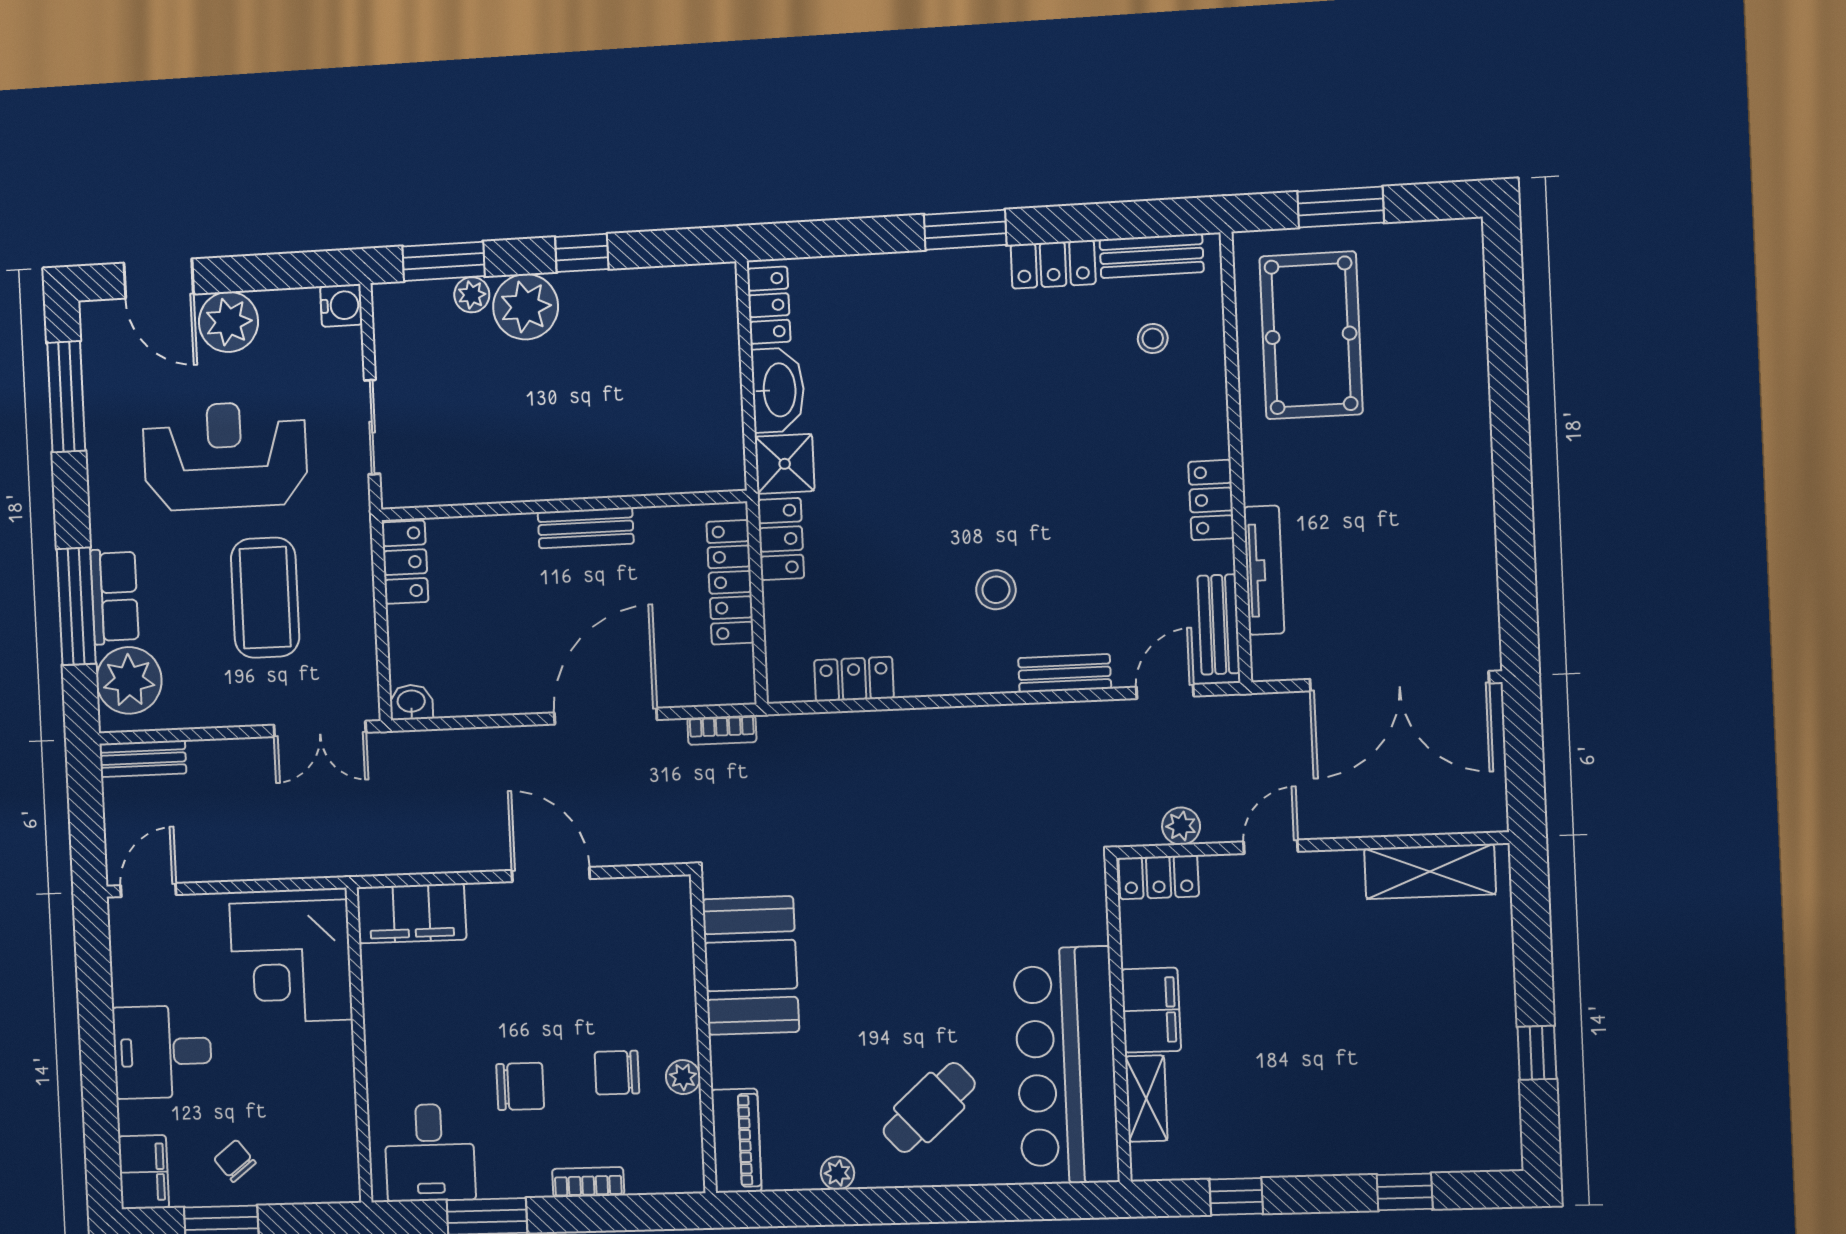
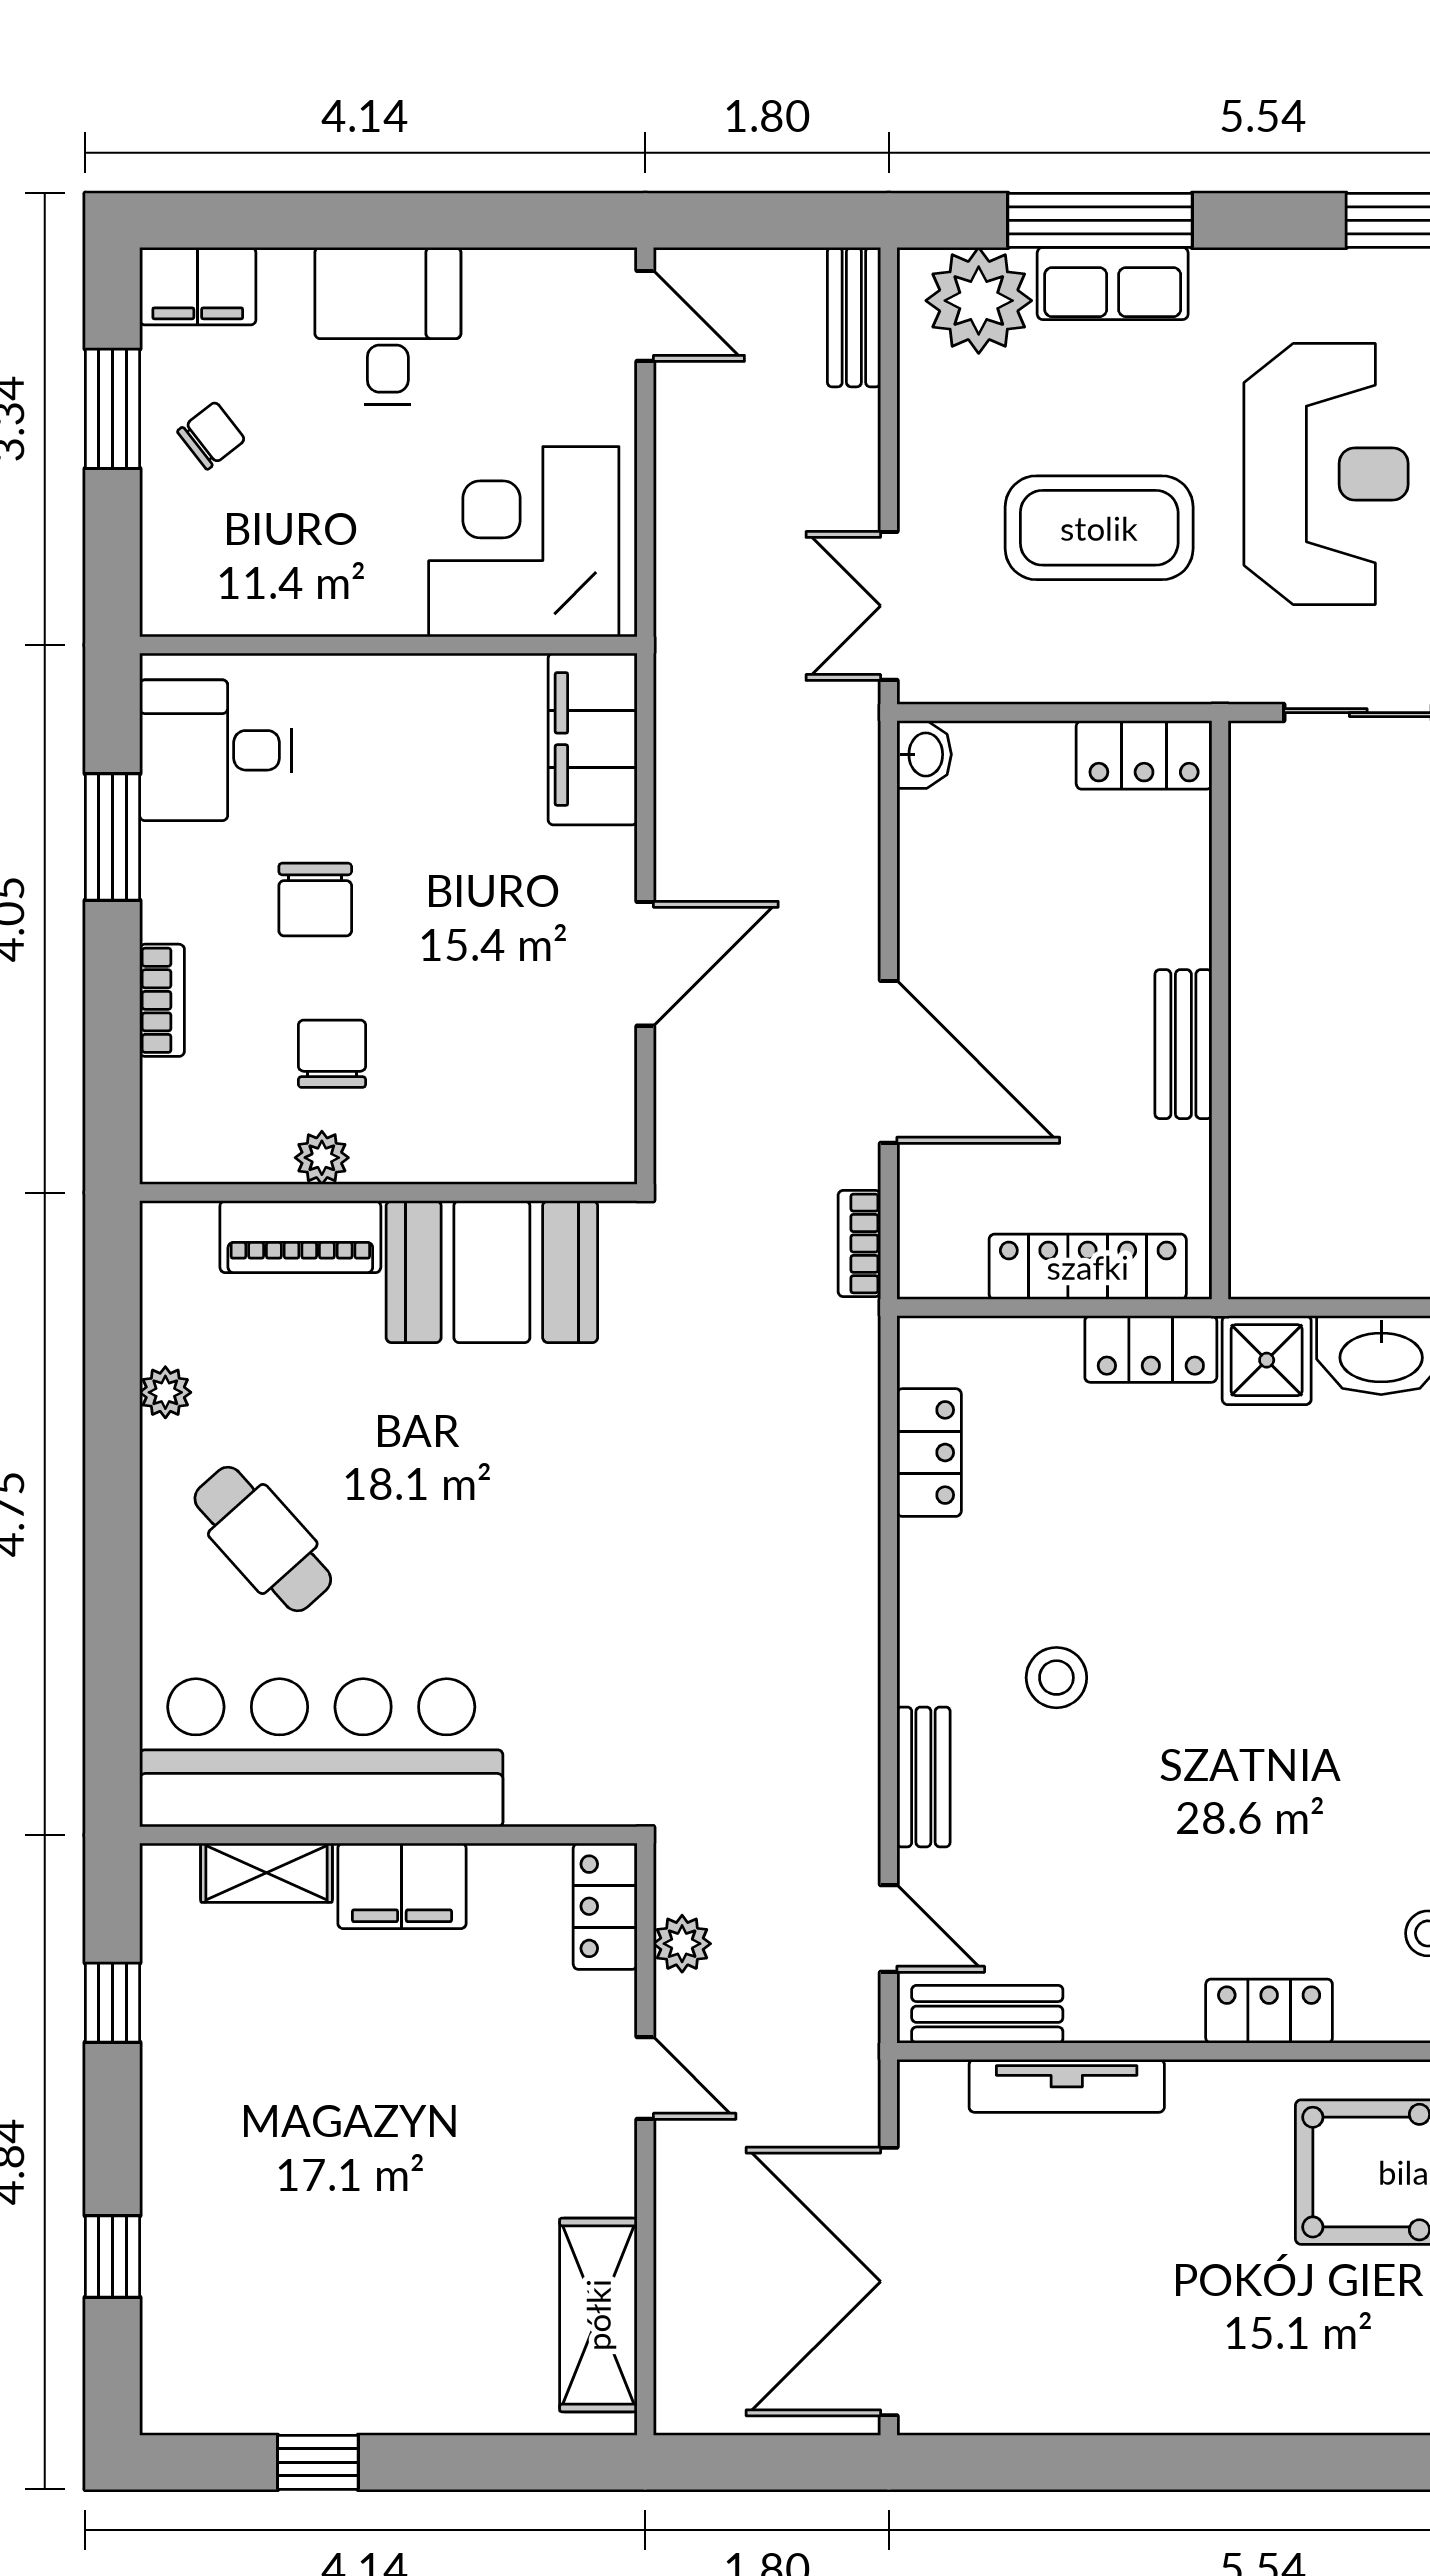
locker: (1211, 500) -> (1269, 2011), moved
piano: (736, 1141) -> (300, 1237), moved

